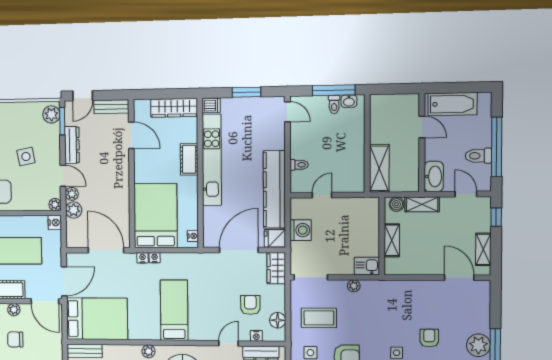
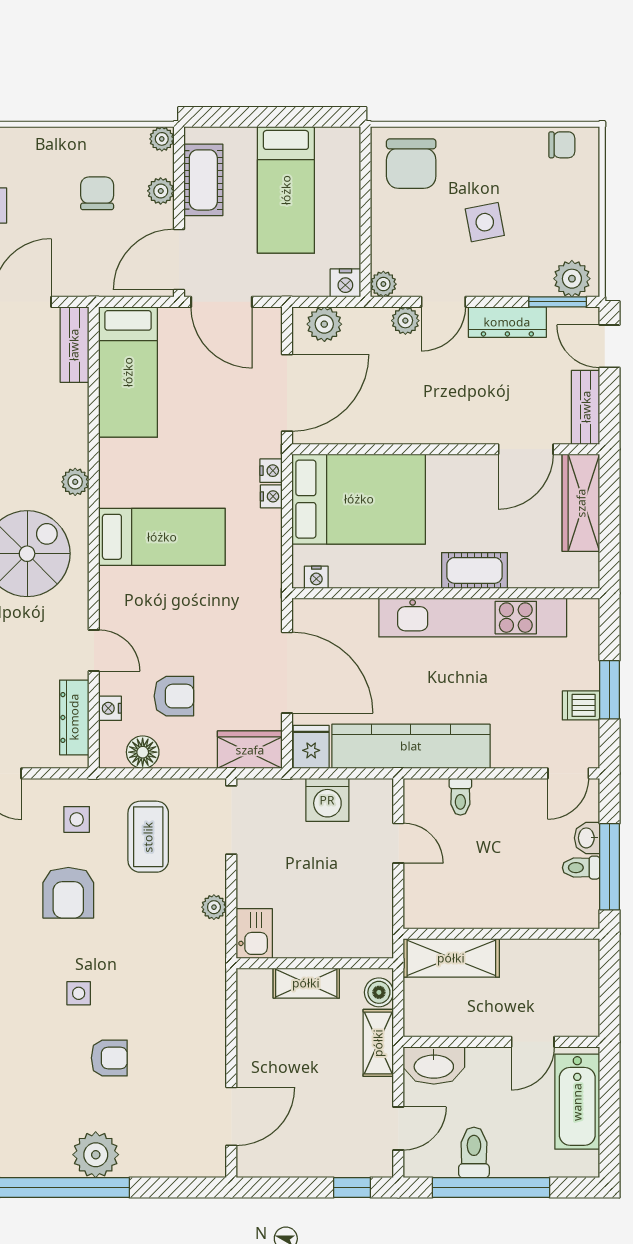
washbasin: (349, 101) -> (587, 838), moved
dishwasher: (211, 106) -> (581, 705), moved, turned 90
wardrobe: (174, 108) -> (581, 503), moved
plant: (74, 210) -> (324, 324), moved
shelving: (483, 249) -> (288, 1163), removed
bed: (97, 319) -> (128, 372), width x0.67

